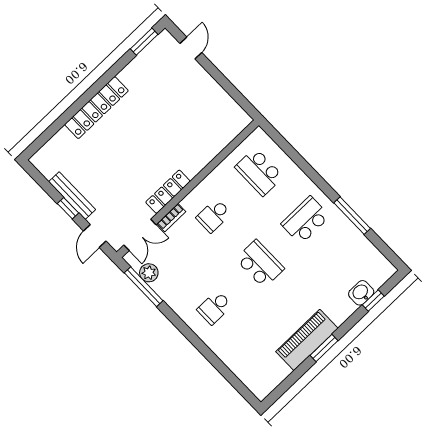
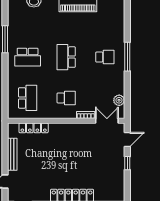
locker: (168, 192) -> (34, 128), moved
bench: (72, 196) -> (12, 154), moved
window: (144, 287) -> (127, 57), moved

